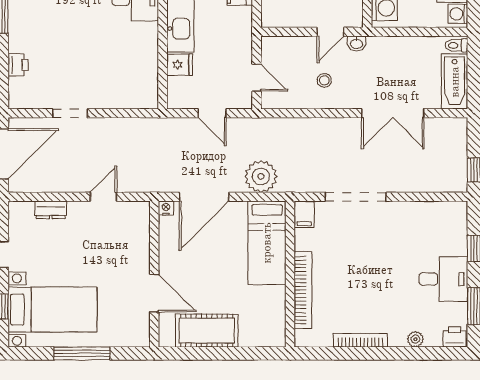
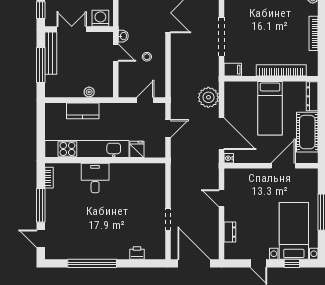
bed: (267, 243) -> (270, 108), moved, turned 90
dresser: (263, 338) -> (312, 96), added

